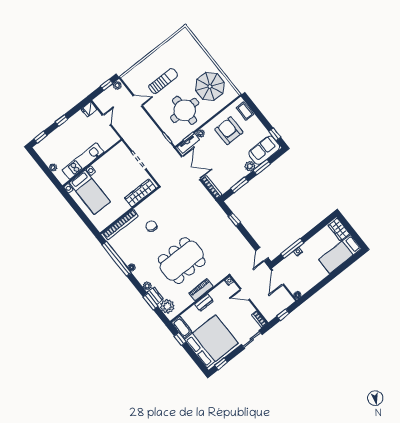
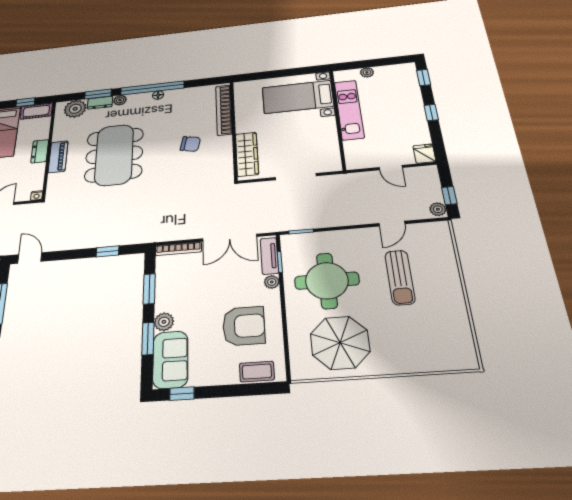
window: (117, 259) -> (152, 88), moved

